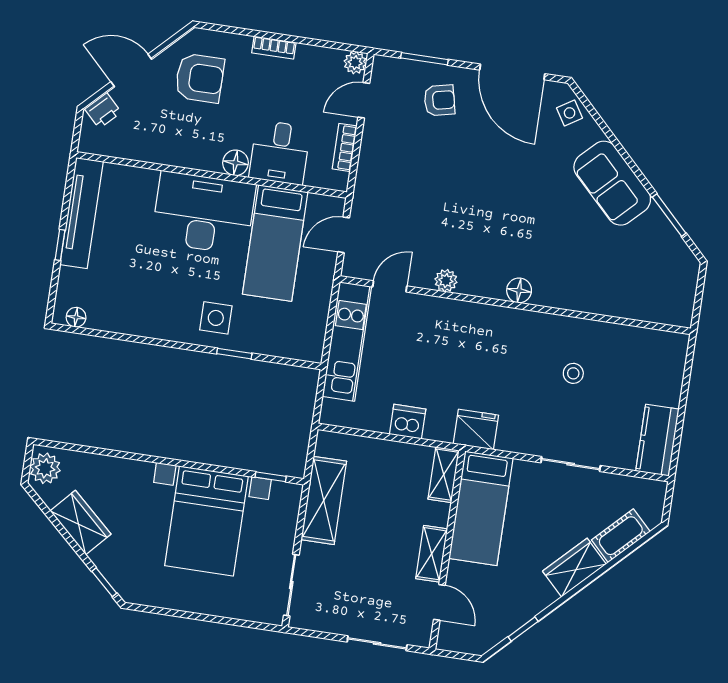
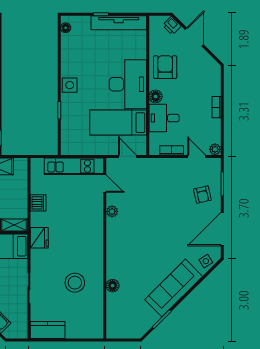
armchair: (200, 78) -> (165, 67), moved, turned 180
sofa: (612, 183) -> (174, 288), width x1.36
floor lamp: (519, 290) -> (113, 286), moved
side table: (216, 318) -> (70, 85), moved
stool: (573, 373) -> (75, 283), width x1.89, depth x1.89

